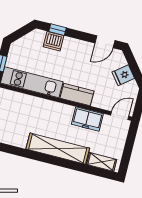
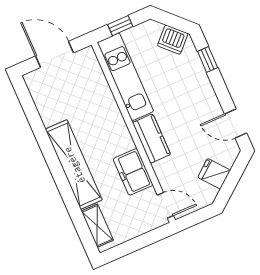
dishwasher: (54, 41) -> (173, 40), moved, turned -45

